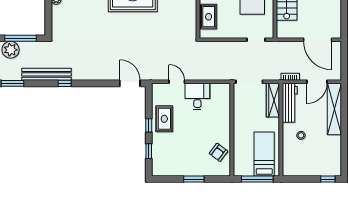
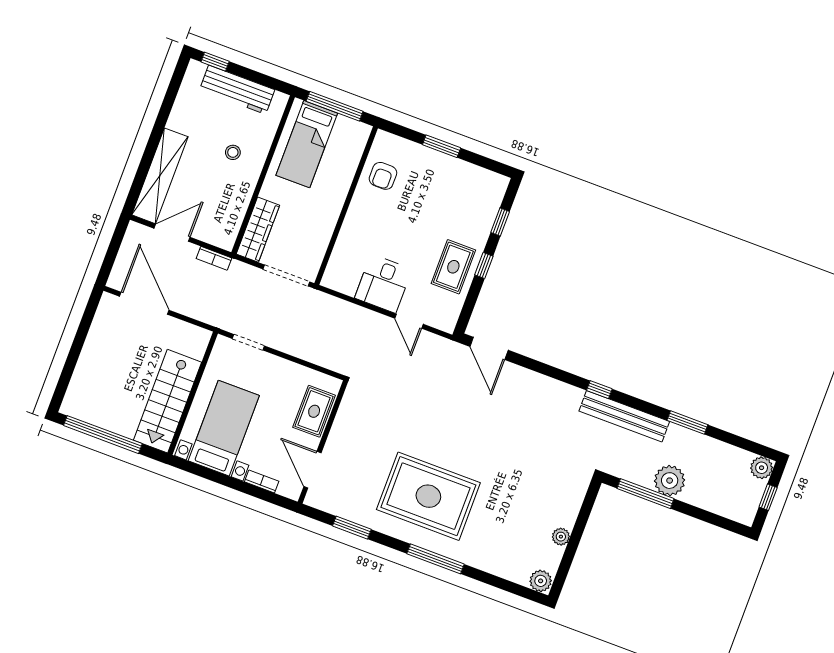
workbench: (290, 103) -> (237, 90), moved, turned -90
armchair: (218, 152) -> (383, 176), turned 143

